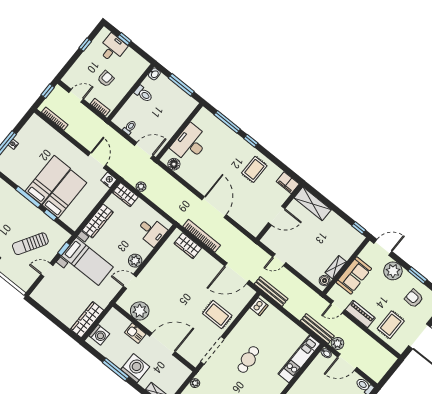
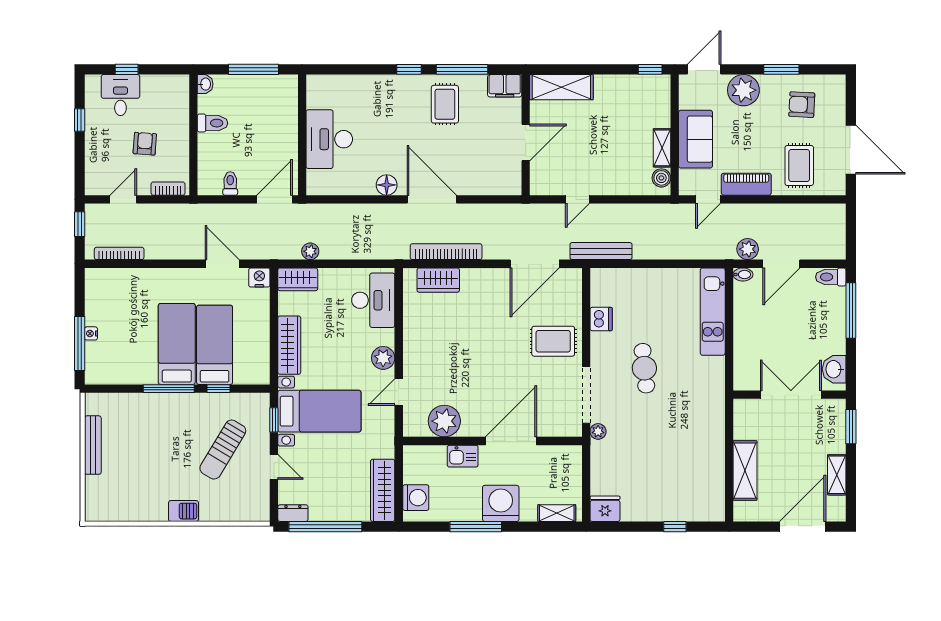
window: (227, 122) -> (462, 69), moved
floor lamp: (174, 164) -> (387, 185), moved
desk: (152, 231) -> (373, 300), width x1.37
door: (47, 270) -> (274, 467), swing flipped
dresser: (39, 297) -> (293, 513), added
dishwasher: (259, 307) -> (601, 319), moved
window: (48, 315) -> (325, 527), added
bench: (317, 329) -> (704, 251), removed
plant: (195, 383) -> (598, 431), moved

